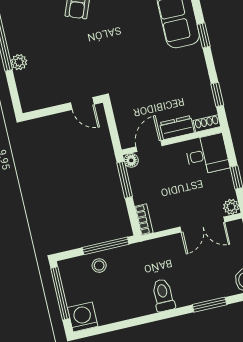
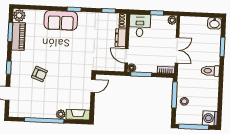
fireplace: (27, 91) -> (78, 115), added
double door: (202, 225) -> (177, 50), moved

